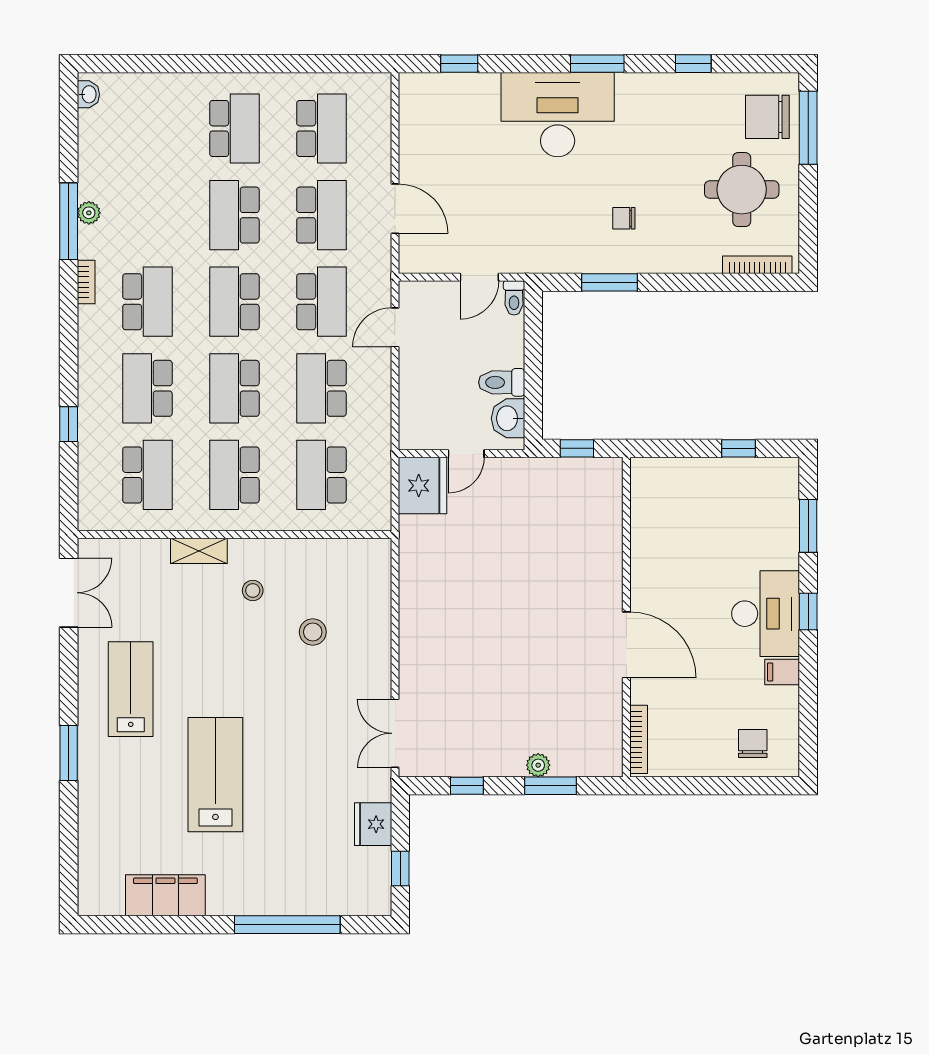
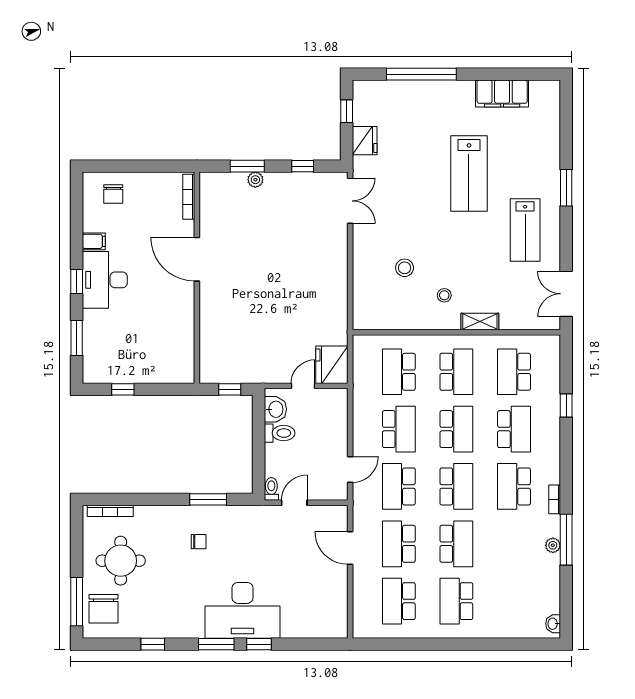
window: (459, 64) -> (259, 644), moved
chair: (767, 117) -> (104, 609), turned 90
school desk: (321, 475) -> (399, 372), turned 180

